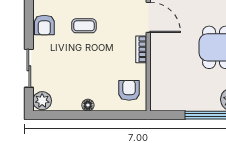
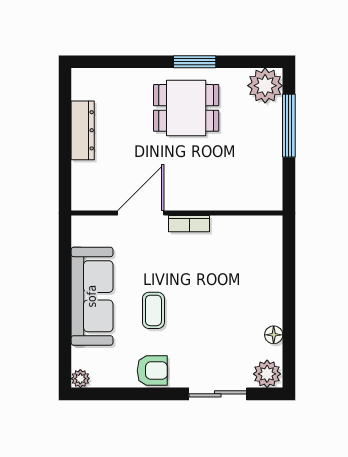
armchair: (129, 90) -> (251, 242), removed
floor lamp: (88, 105) -> (274, 335), moved

